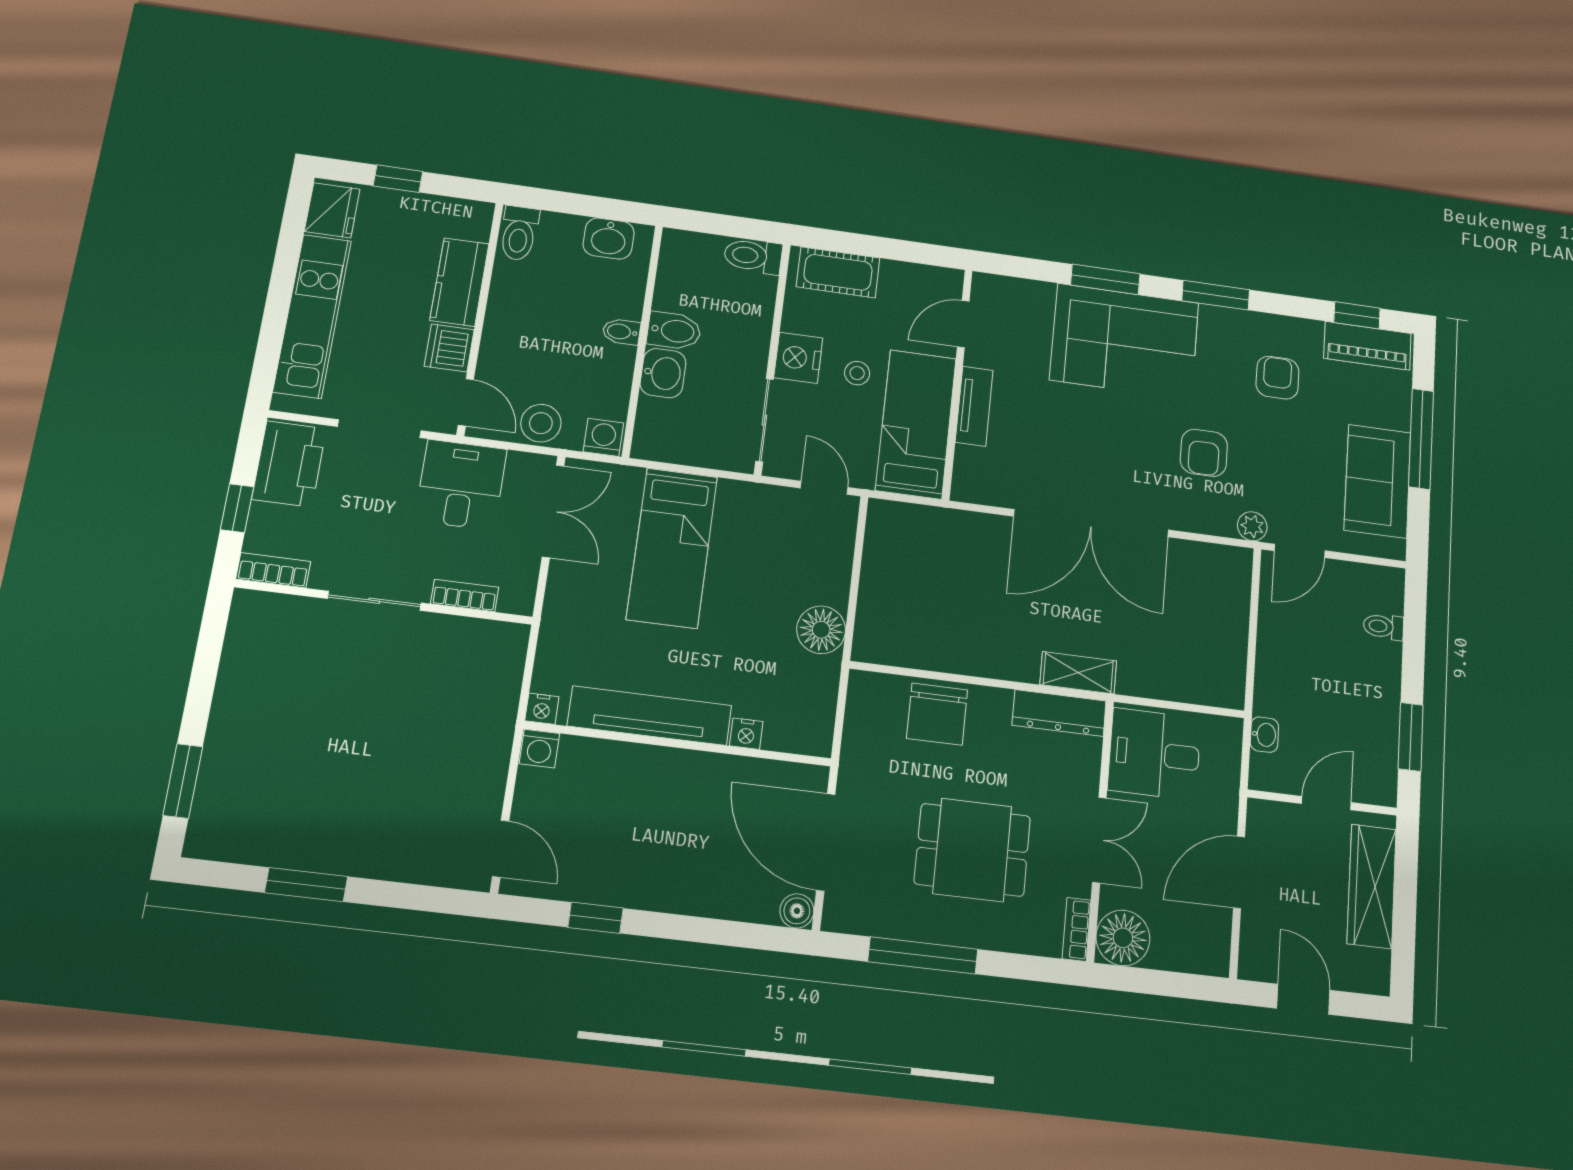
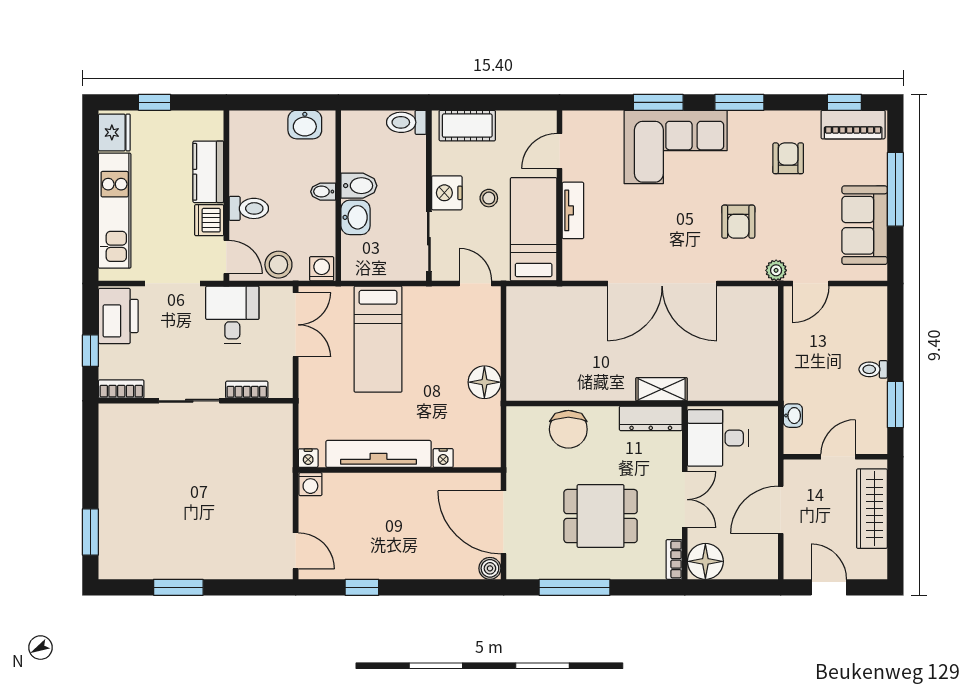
toilet: (519, 233) -> (249, 208), moved, turned -90
toilet: (1383, 627) -> (873, 369), moved

